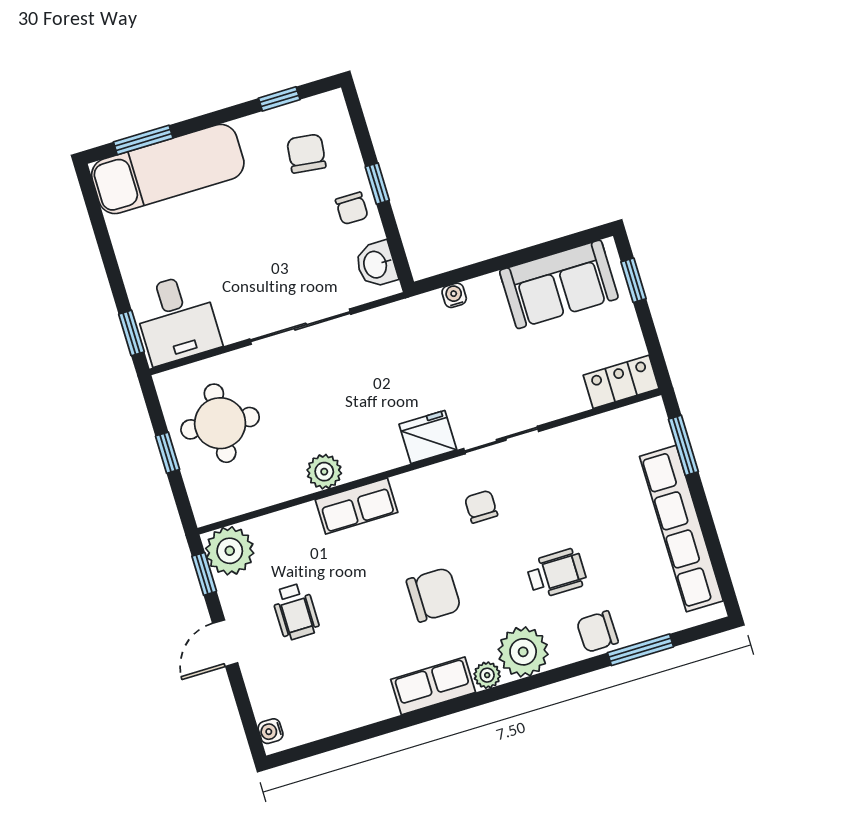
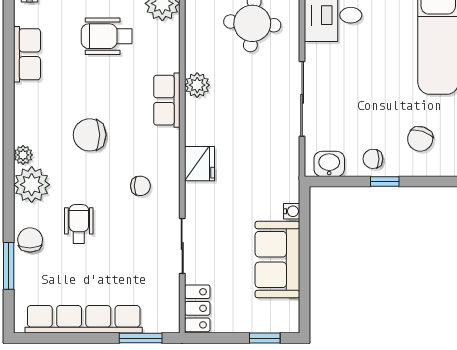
chair: (306, 153) -> (420, 139), turned 101
sofa: (559, 284) -> (277, 260), moved
sliding door: (501, 440) -> (182, 246), moved
wheelchair: (556, 573) -> (79, 224), turned 180
chair: (434, 595) -> (90, 135), turned 90
wheelchair: (296, 612) -> (107, 36), width x1.36, depth x1.37
row of seats: (433, 686) -> (27, 54), moved

